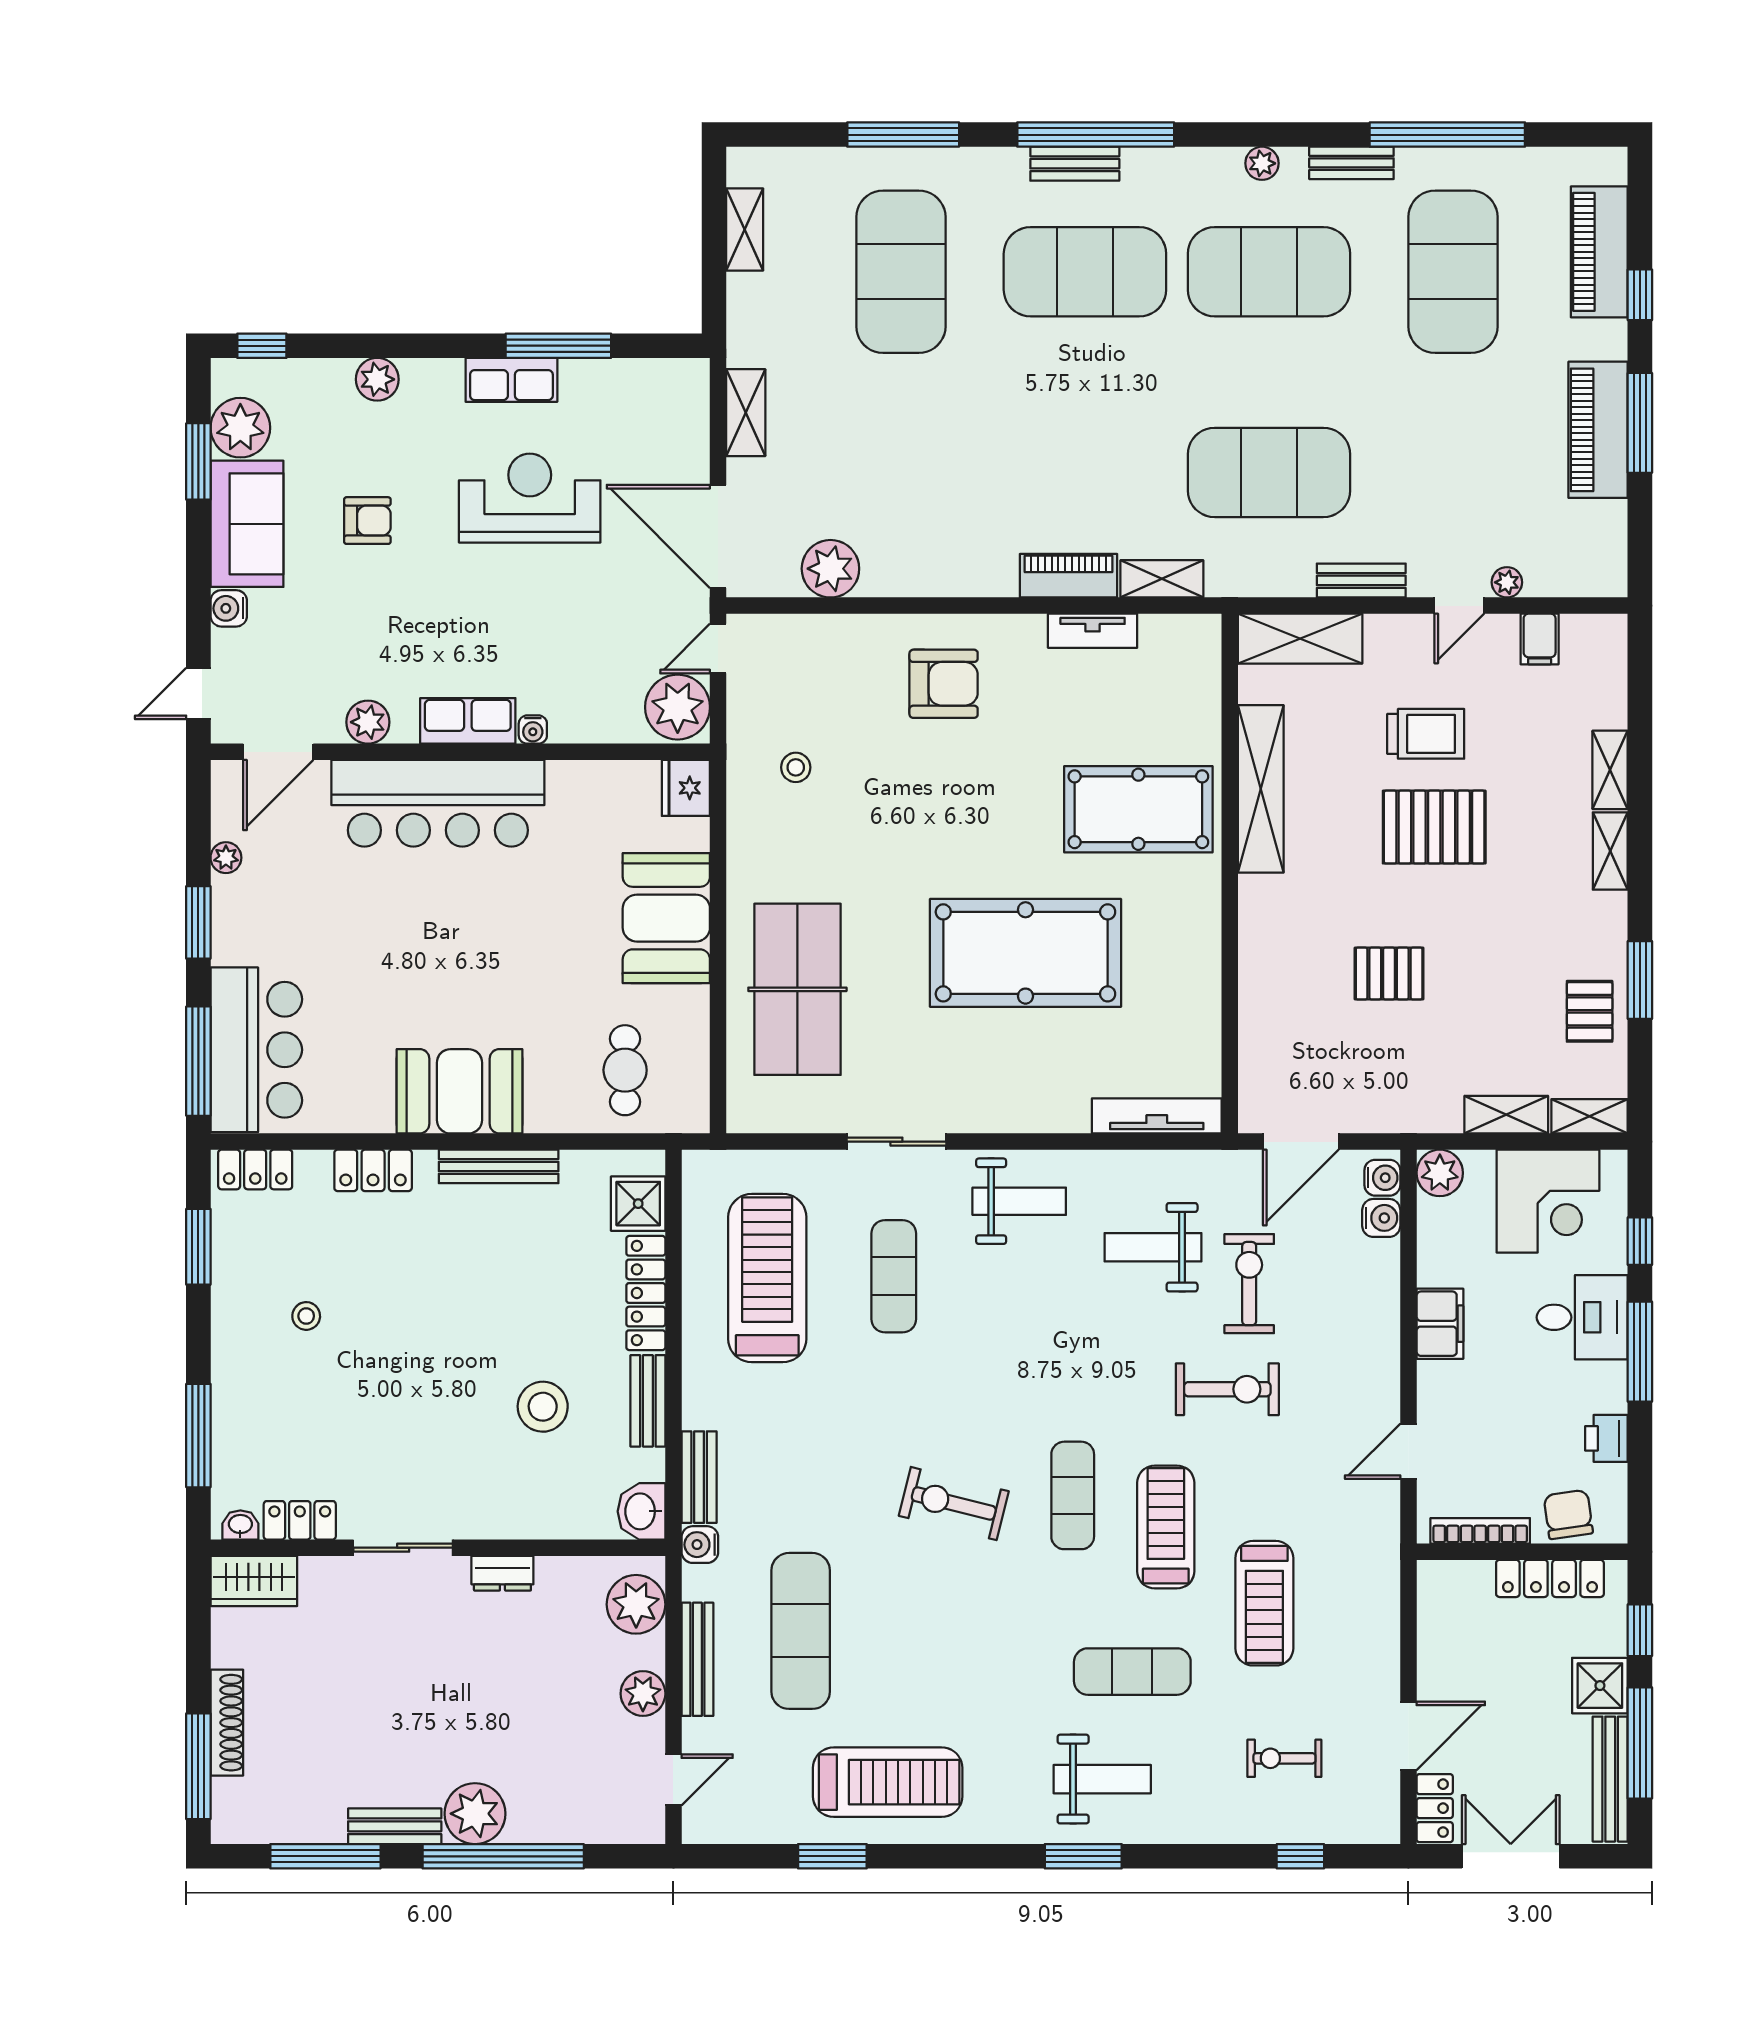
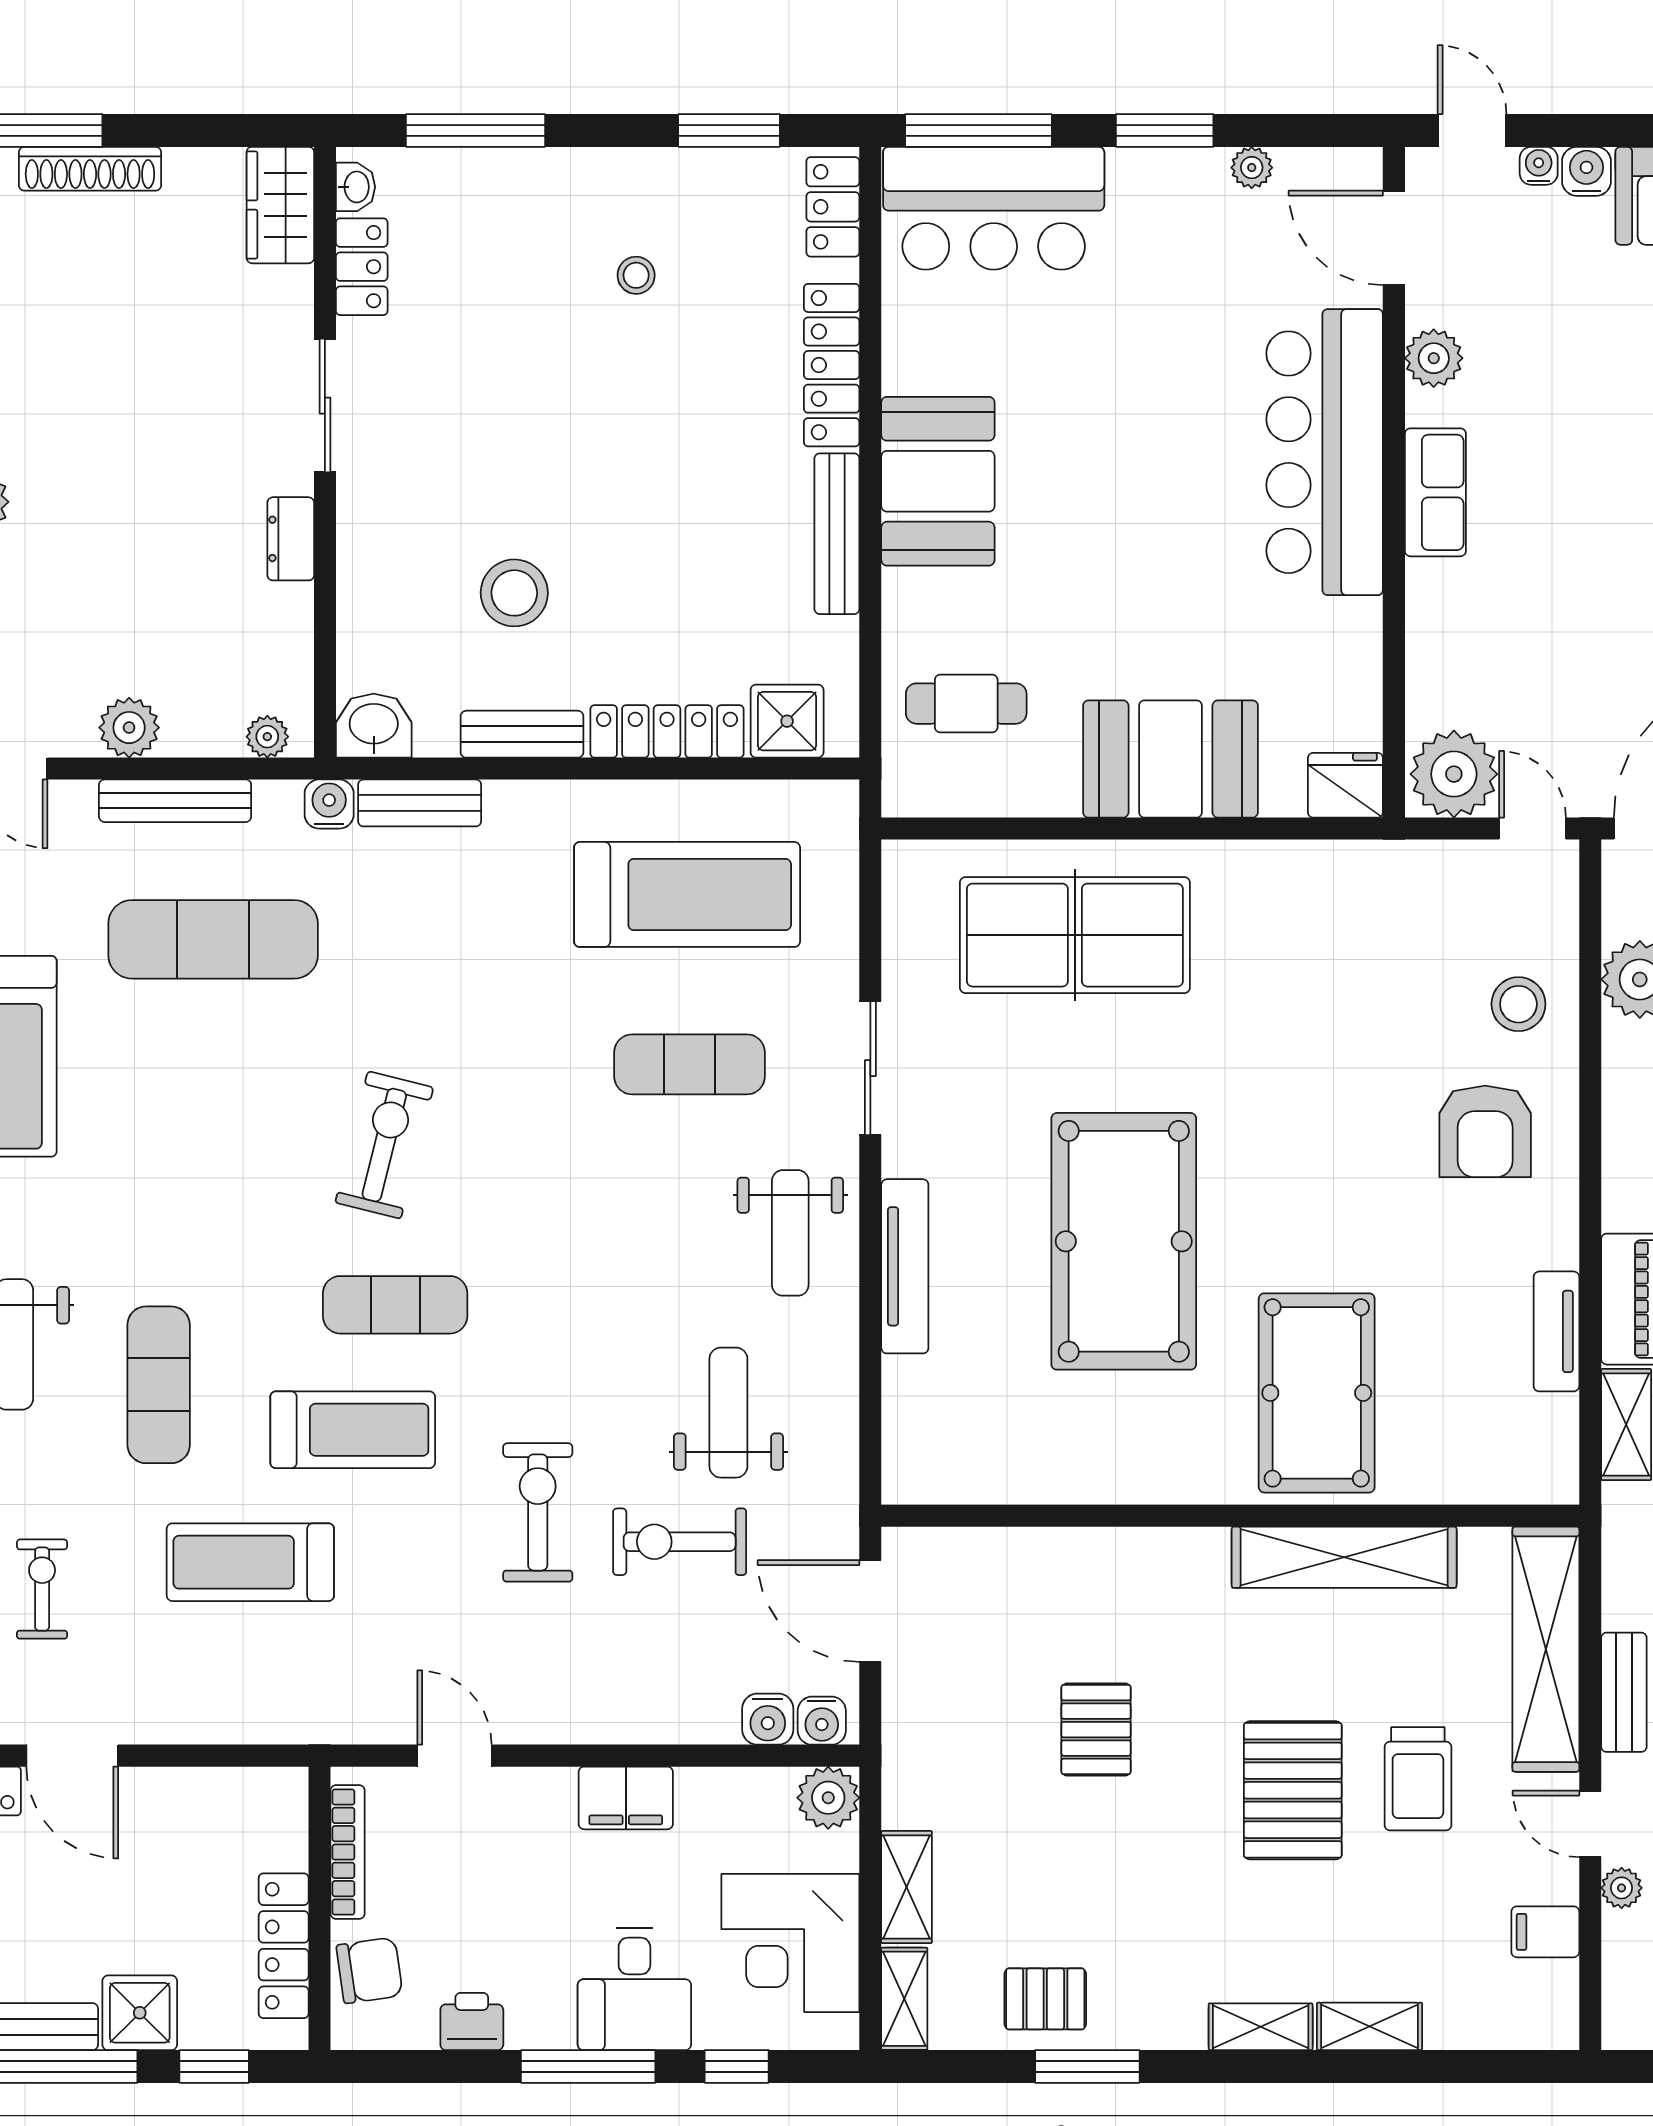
shelving: (1300, 639) -> (1546, 1649), width x1.47
water cooler: (533, 730) -> (1539, 166), moved, turned 90
stool: (796, 767) -> (1518, 1004), moved, width x1.37, depth x1.37
tv unit: (1157, 1116) -> (905, 1266), moved
locker: (373, 1170) -> (832, 365), width x1.53
exercise bike: (1249, 1284) -> (680, 1542), turned 180
exercise bike: (1227, 1389) -> (538, 1512), turned 180
plant: (636, 1604) -> (267, 737), width x0.53, depth x0.53

